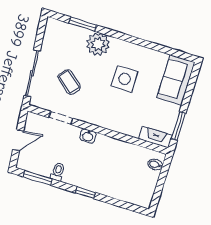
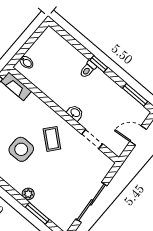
plant: (98, 44) -> (28, 194), width x0.53, depth x0.53
sliding door: (32, 73) -> (91, 202), moved
coffee table: (69, 82) -> (52, 139), moved
toilet: (58, 172) -> (88, 69), moved

